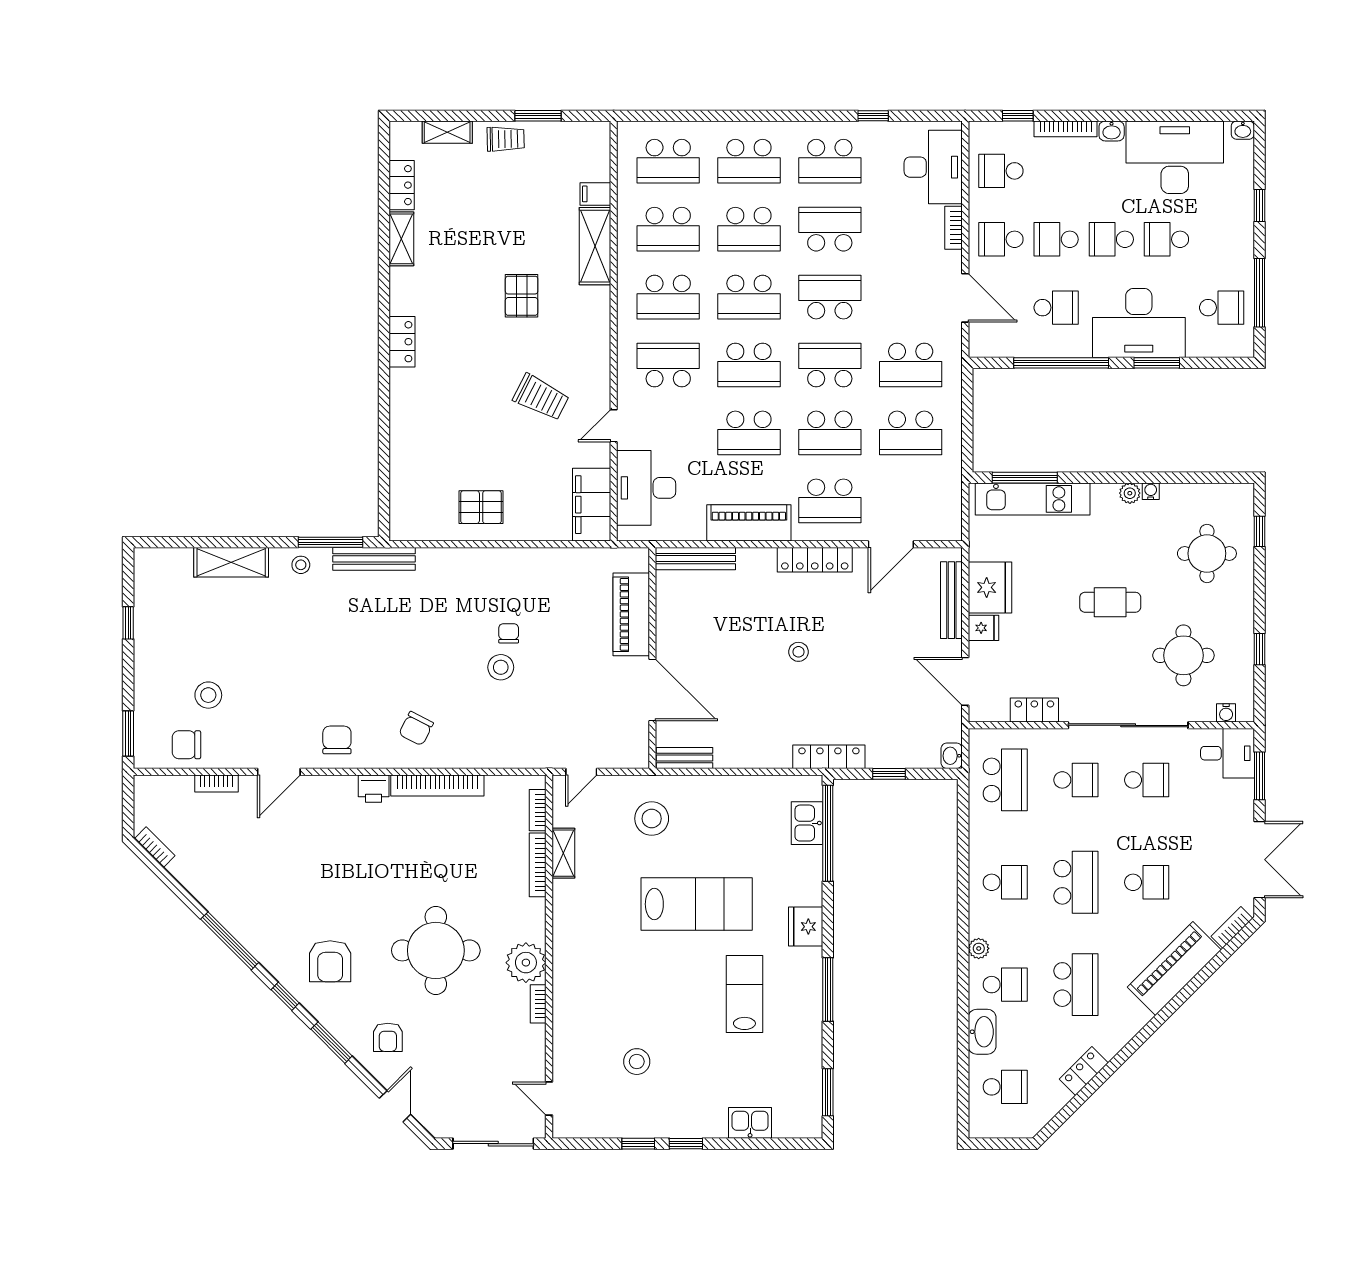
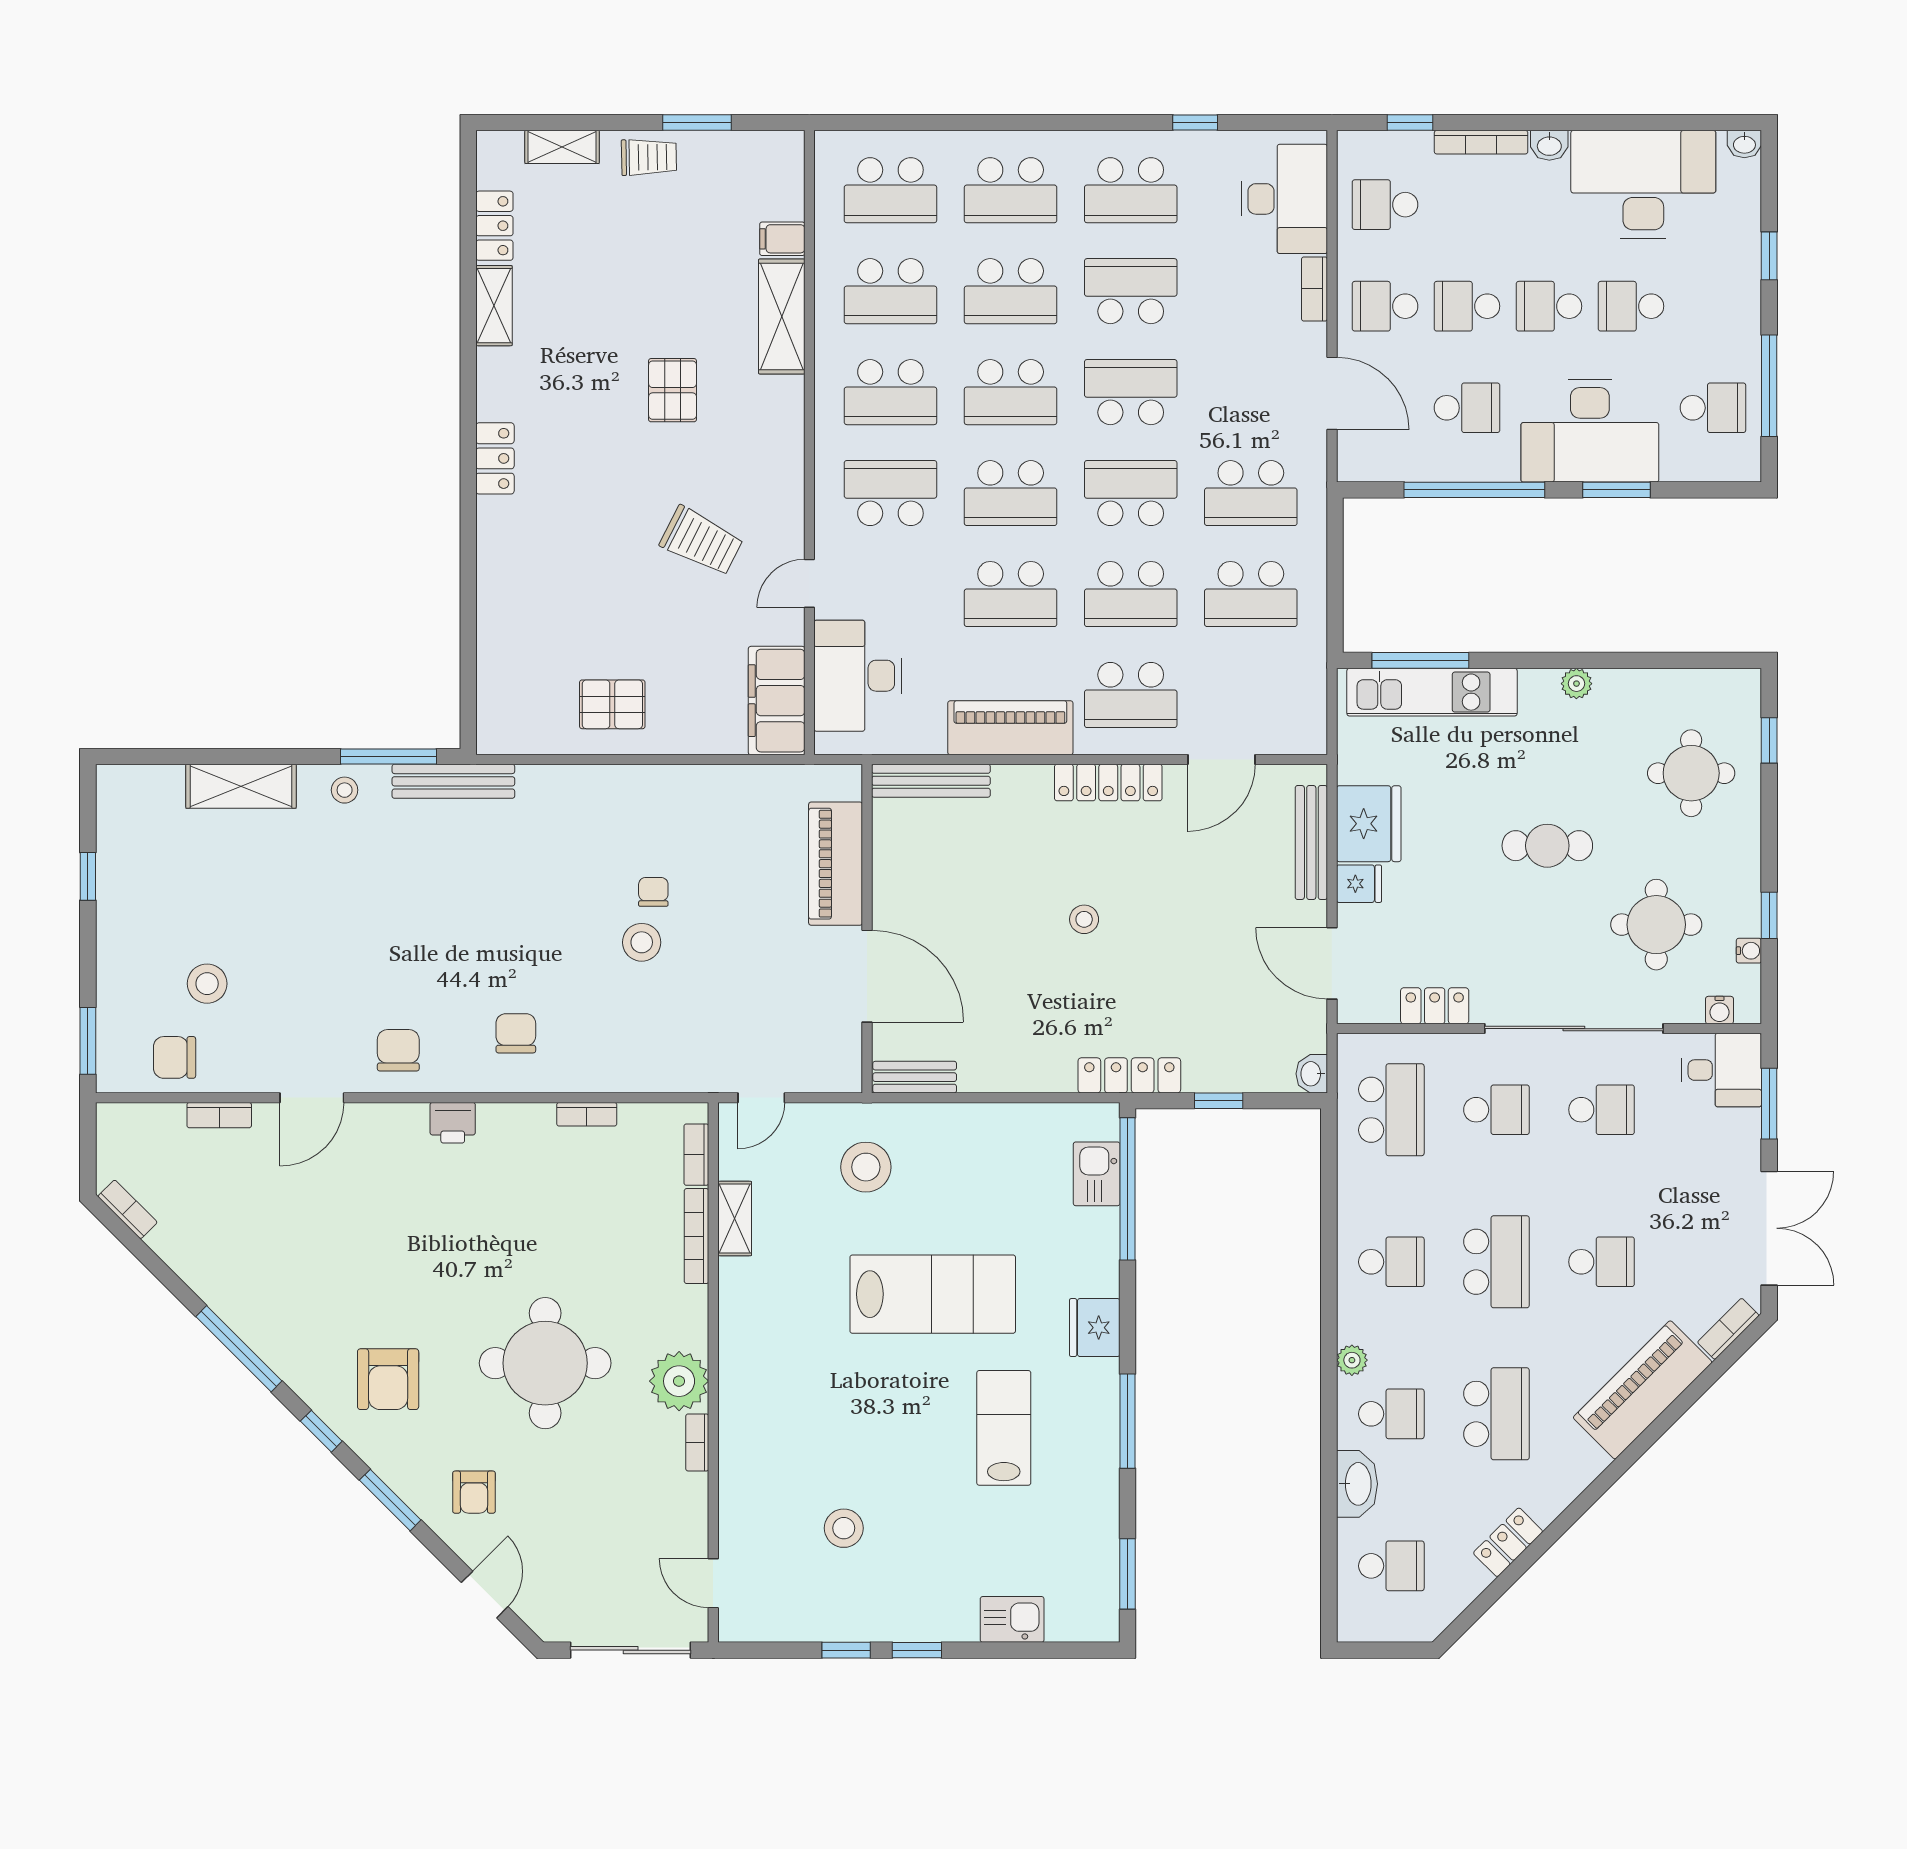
water cooler: (1151, 491) -> (1749, 951), moved, turned 90
chair: (416, 729) -> (516, 1033), turned 153
bookcase: (437, 786) -> (587, 1114), width x0.43, depth x0.76

